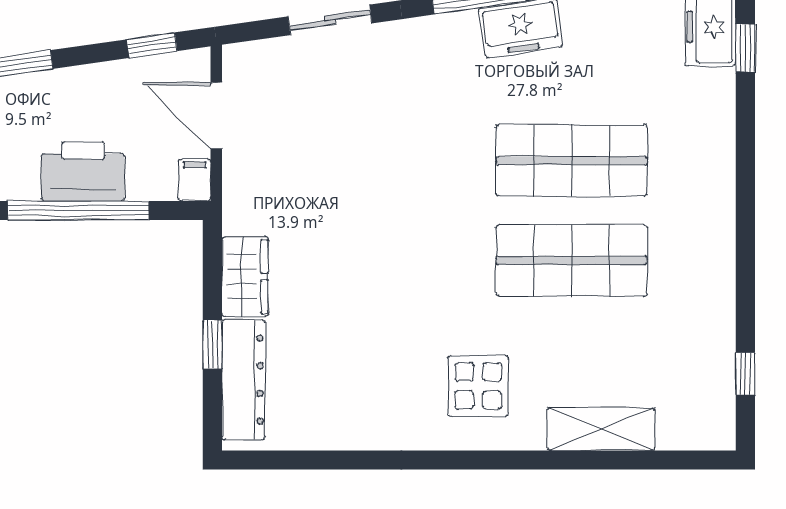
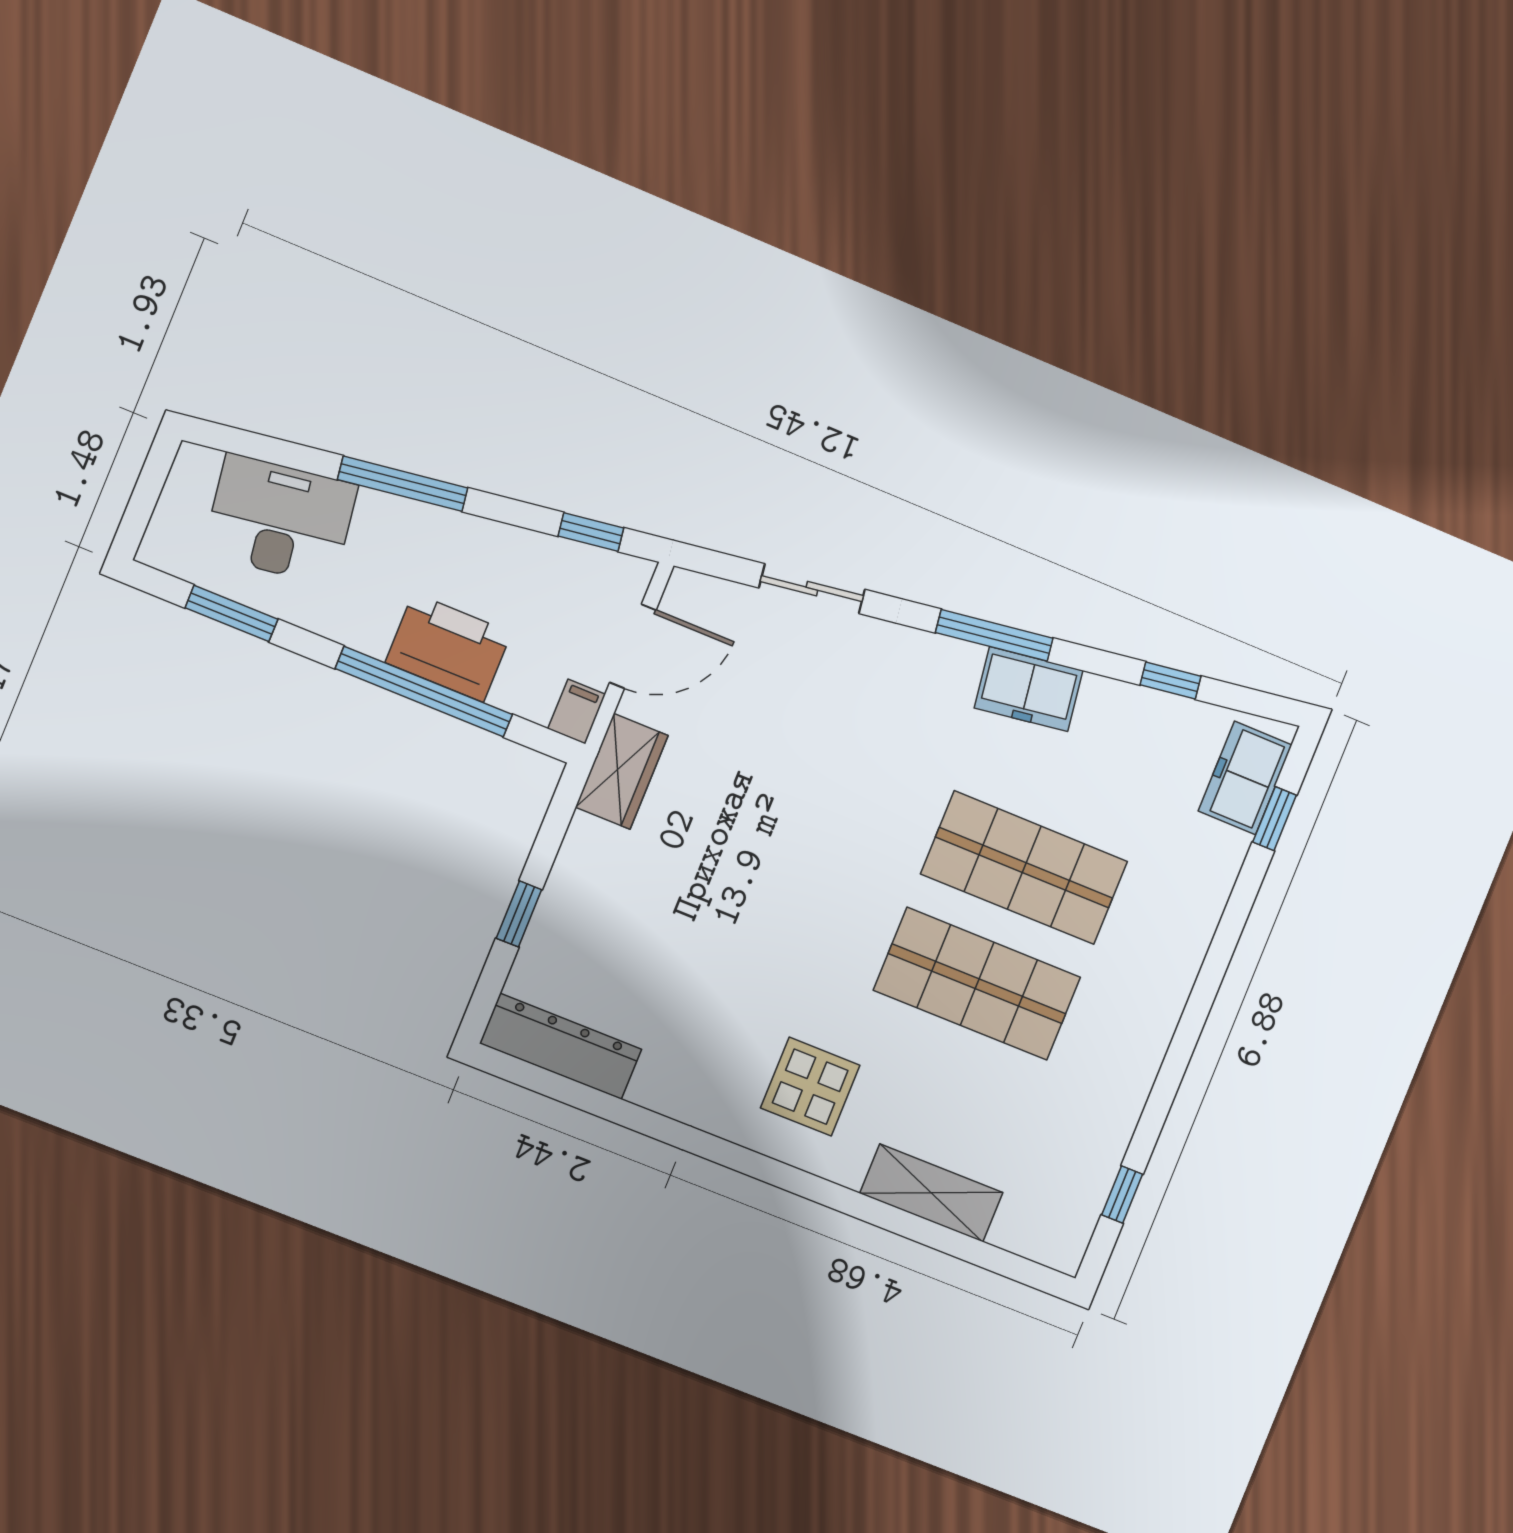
door: (216, 116) -> (633, 646), swing flipped
wardrobe: (245, 276) -> (622, 771), moved
dresser: (243, 380) -> (561, 1046), moved, turned -90

